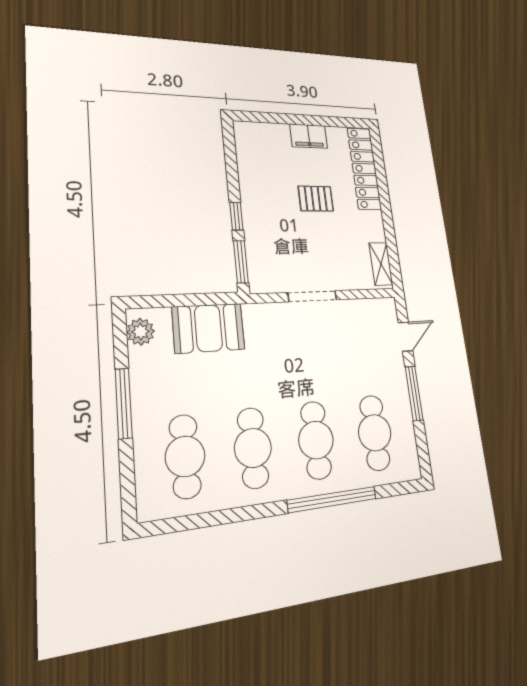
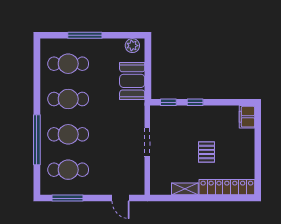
filing cabinet: (309, 136) -> (247, 117), moved
window: (241, 262) -> (168, 102), width x0.67
shelving: (381, 264) -> (185, 189), moved
window: (414, 393) -> (68, 198), moved
window: (124, 403) -> (85, 35), moved

